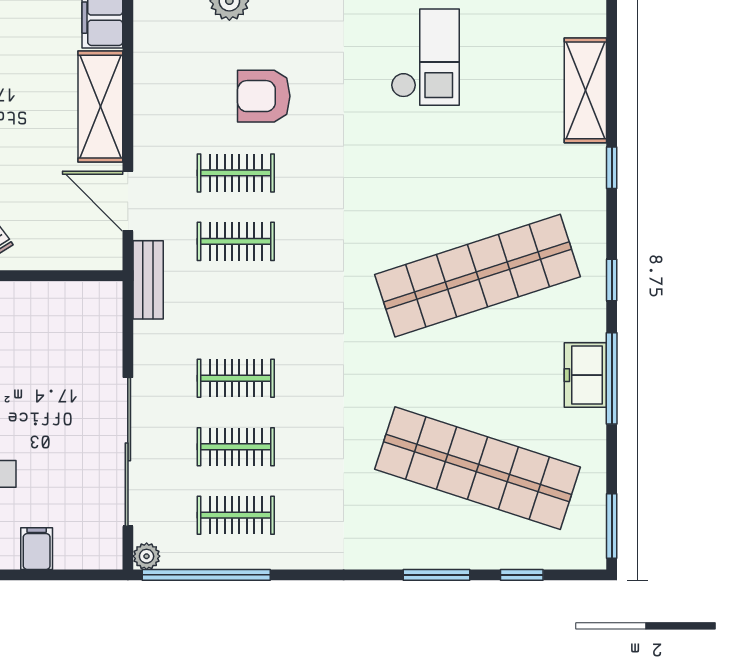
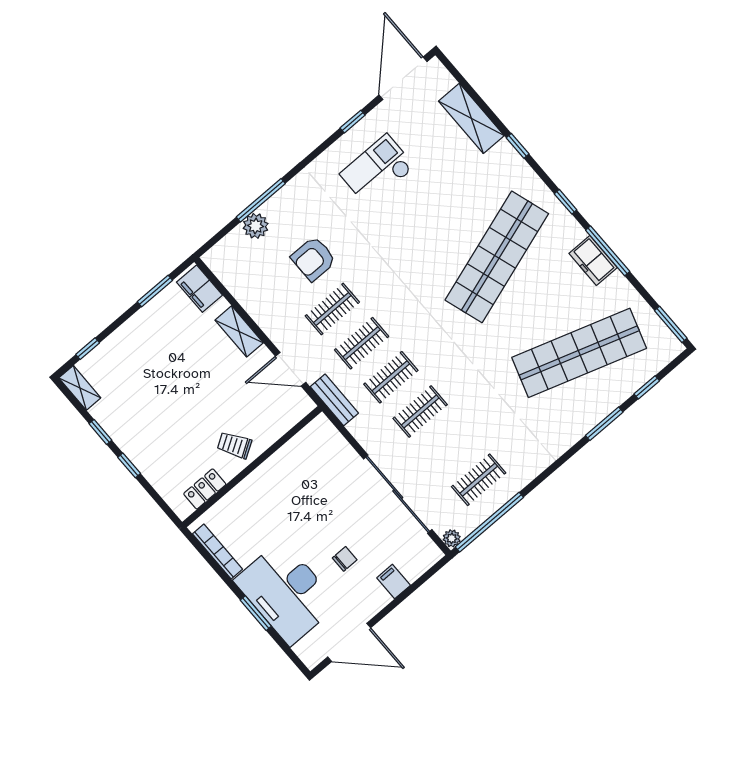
checkout: (425, 57) -> (377, 170), turned -90
shelving: (100, 107) -> (239, 331), width x0.67, depth x0.75
clothes rail: (236, 447) -> (391, 377), moved

